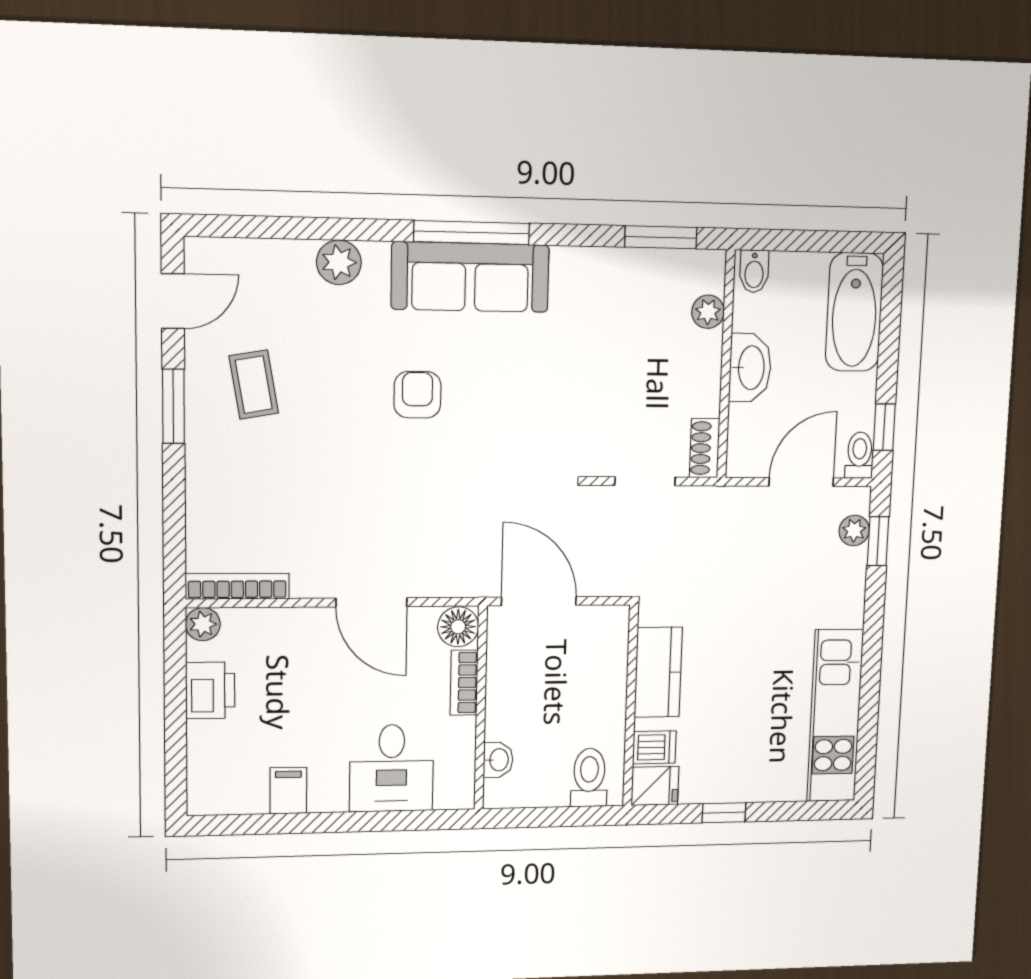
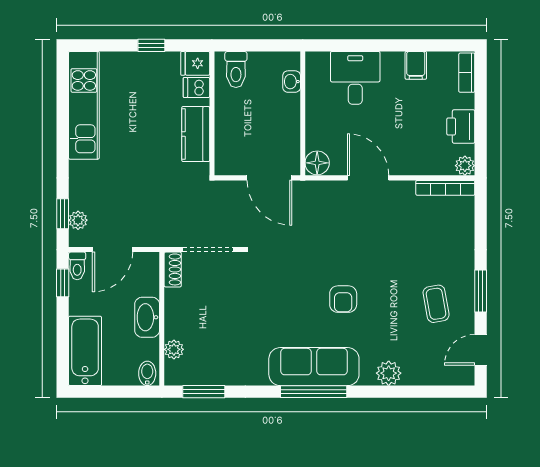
doorway: (645, 481) -> (208, 250), width x1.38
bookcase: (464, 683) -> (467, 73), moved, turned 180

